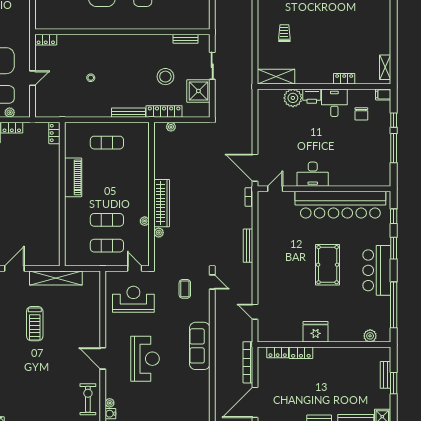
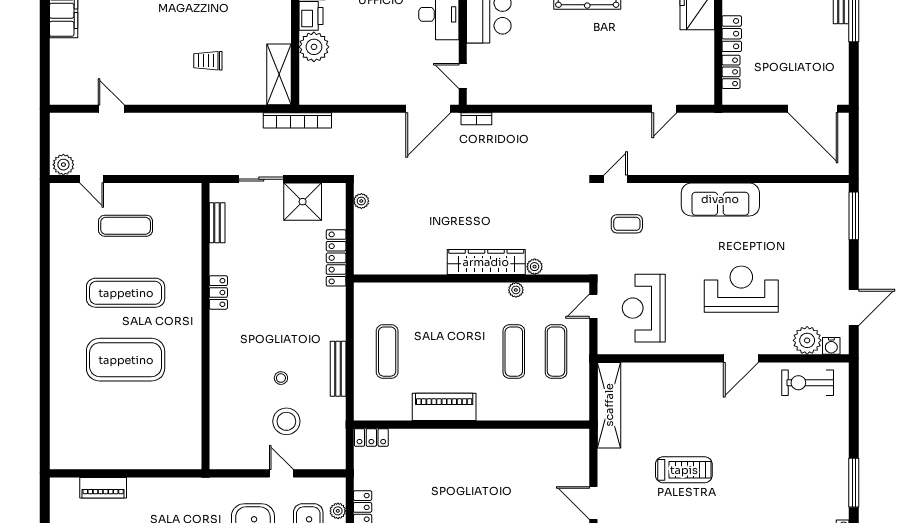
locker: (46, 40) -> (218, 292), moved
stool: (165, 77) -> (286, 421), moved
bench: (128, 113) -> (338, 369), moved
plant: (171, 127) -> (361, 201), moved
bench: (248, 246) -> (556, 120), removed
shelving: (56, 278) -> (609, 405), moved
bookcase: (248, 362) -> (297, 120), moved
plant: (110, 403) -> (807, 340), width x1.88, depth x1.88

